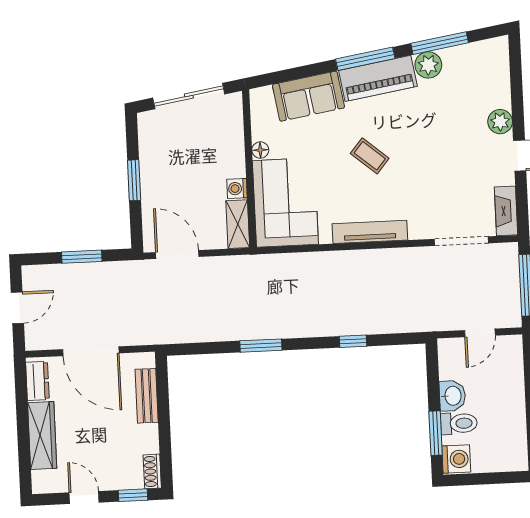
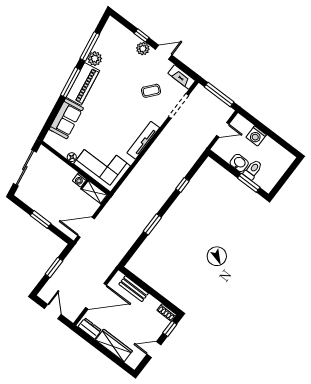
window: (517, 104) -> (142, 35), added
coffee table: (370, 156) -> (151, 91), moved
door: (480, 333) -> (223, 130), hinge flipped
washing machine: (456, 459) -> (256, 136), moved, turned 180

